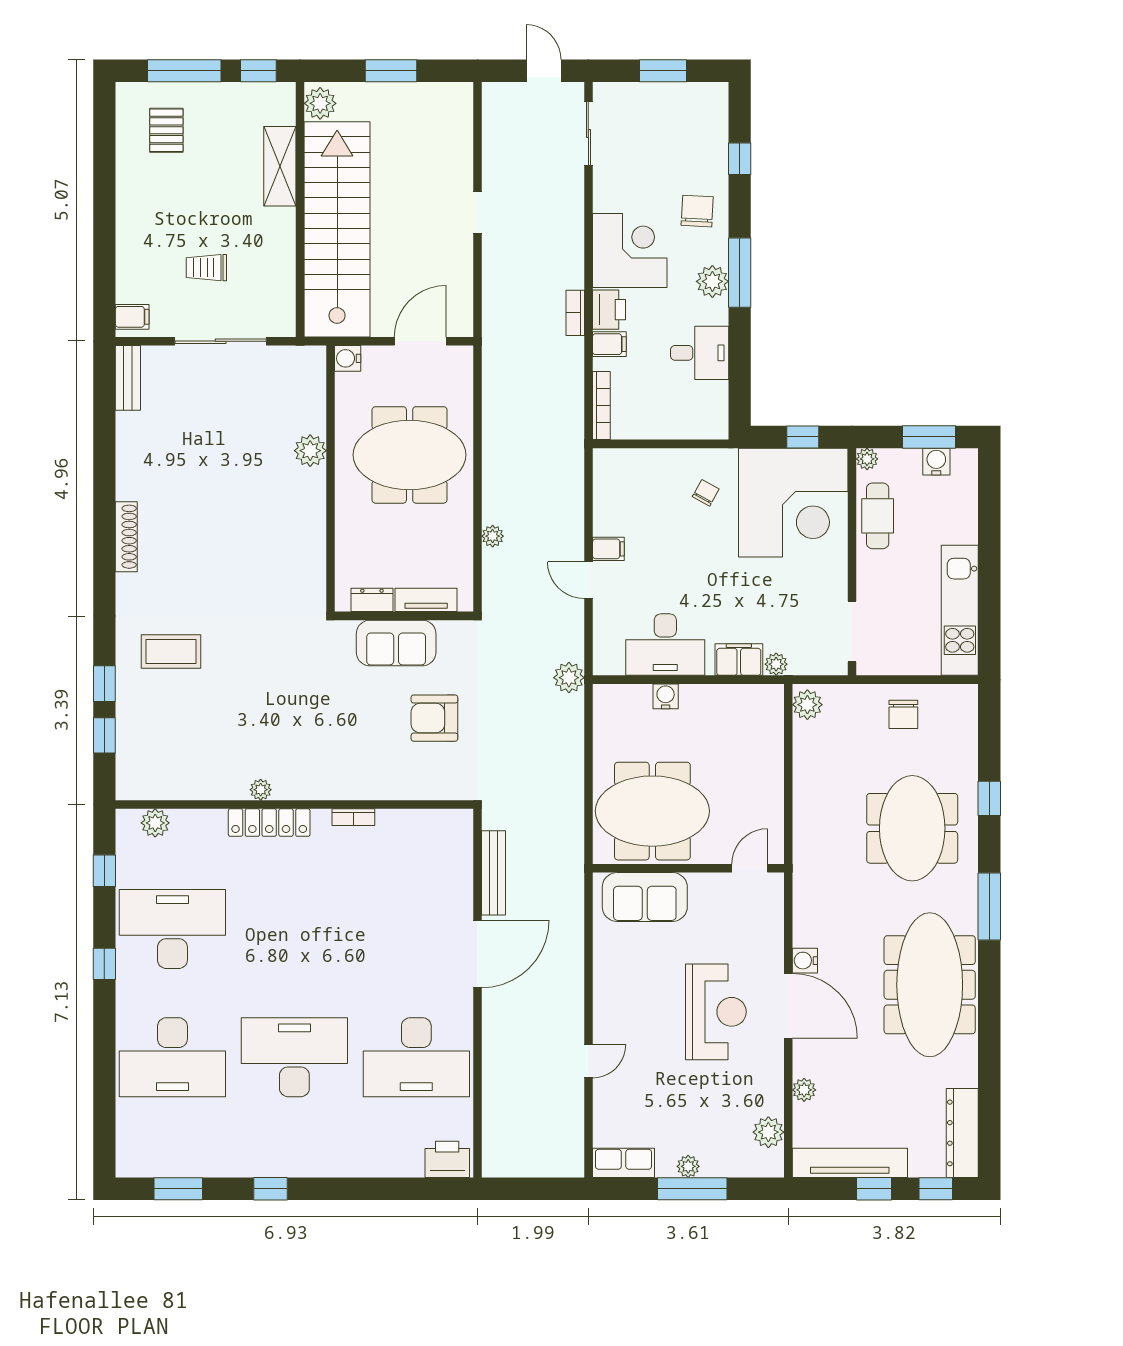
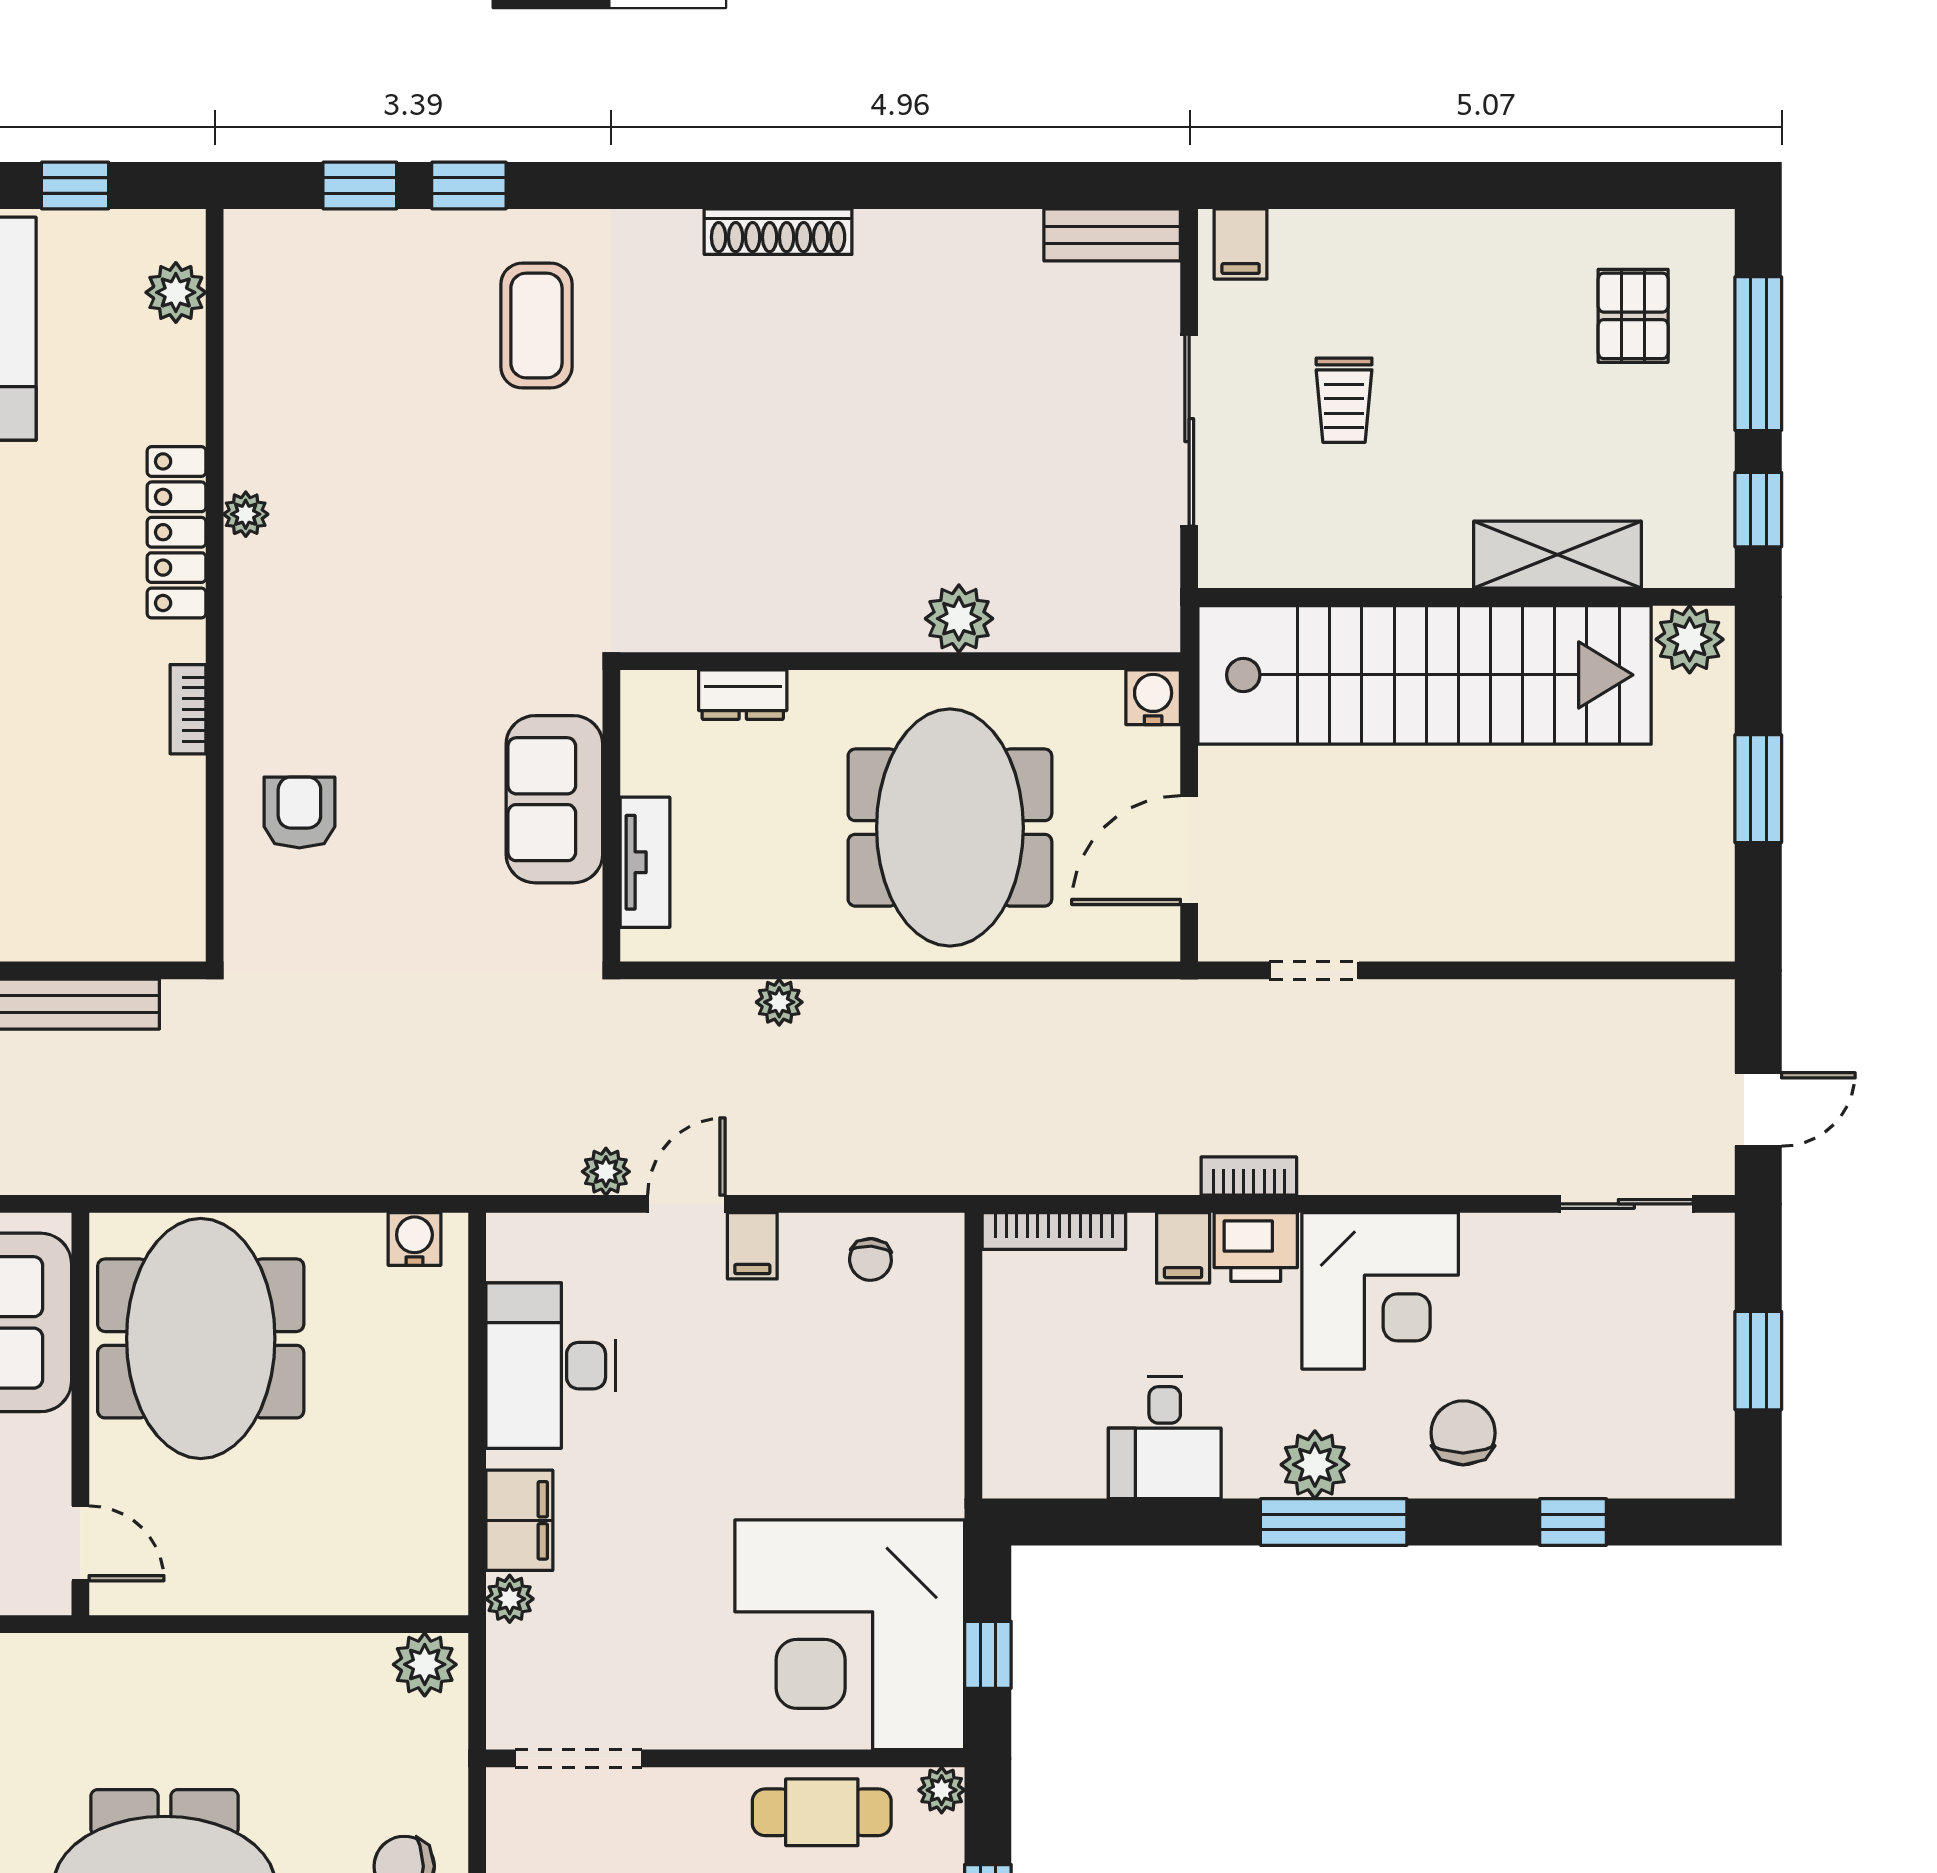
pallet: (166, 130) -> (1633, 316), turned 90
chair: (697, 211) -> (1463, 1433), turned -93
doorway: (477, 213) -> (1314, 970), moved
trolley: (206, 268) -> (1344, 400), turned 180
door: (420, 341) -> (1189, 850), swing flipped
chair: (706, 493) -> (870, 1259), moved, turned 65
dresser: (372, 600) -> (743, 695), moved, turned 90
plant: (569, 678) -> (606, 1172), moved, width x0.73, depth x0.73
water cooler: (666, 696) -> (414, 1239), moved, turned -90
armchair: (434, 718) -> (299, 812), moved, width x0.72, depth x0.72

